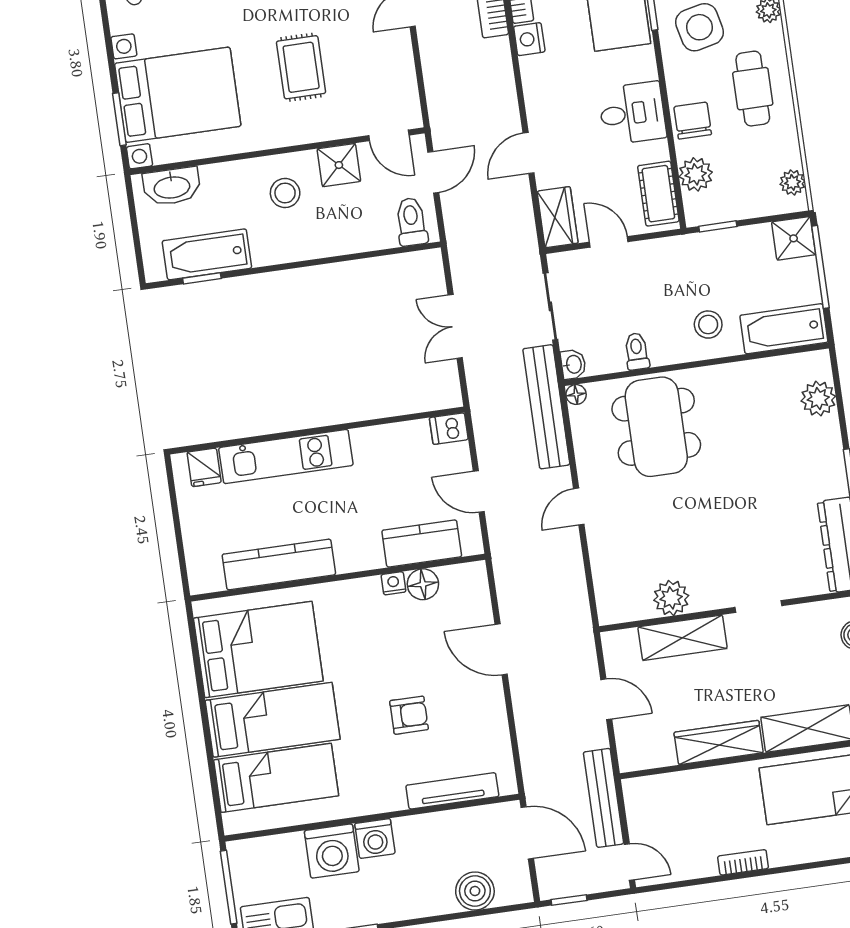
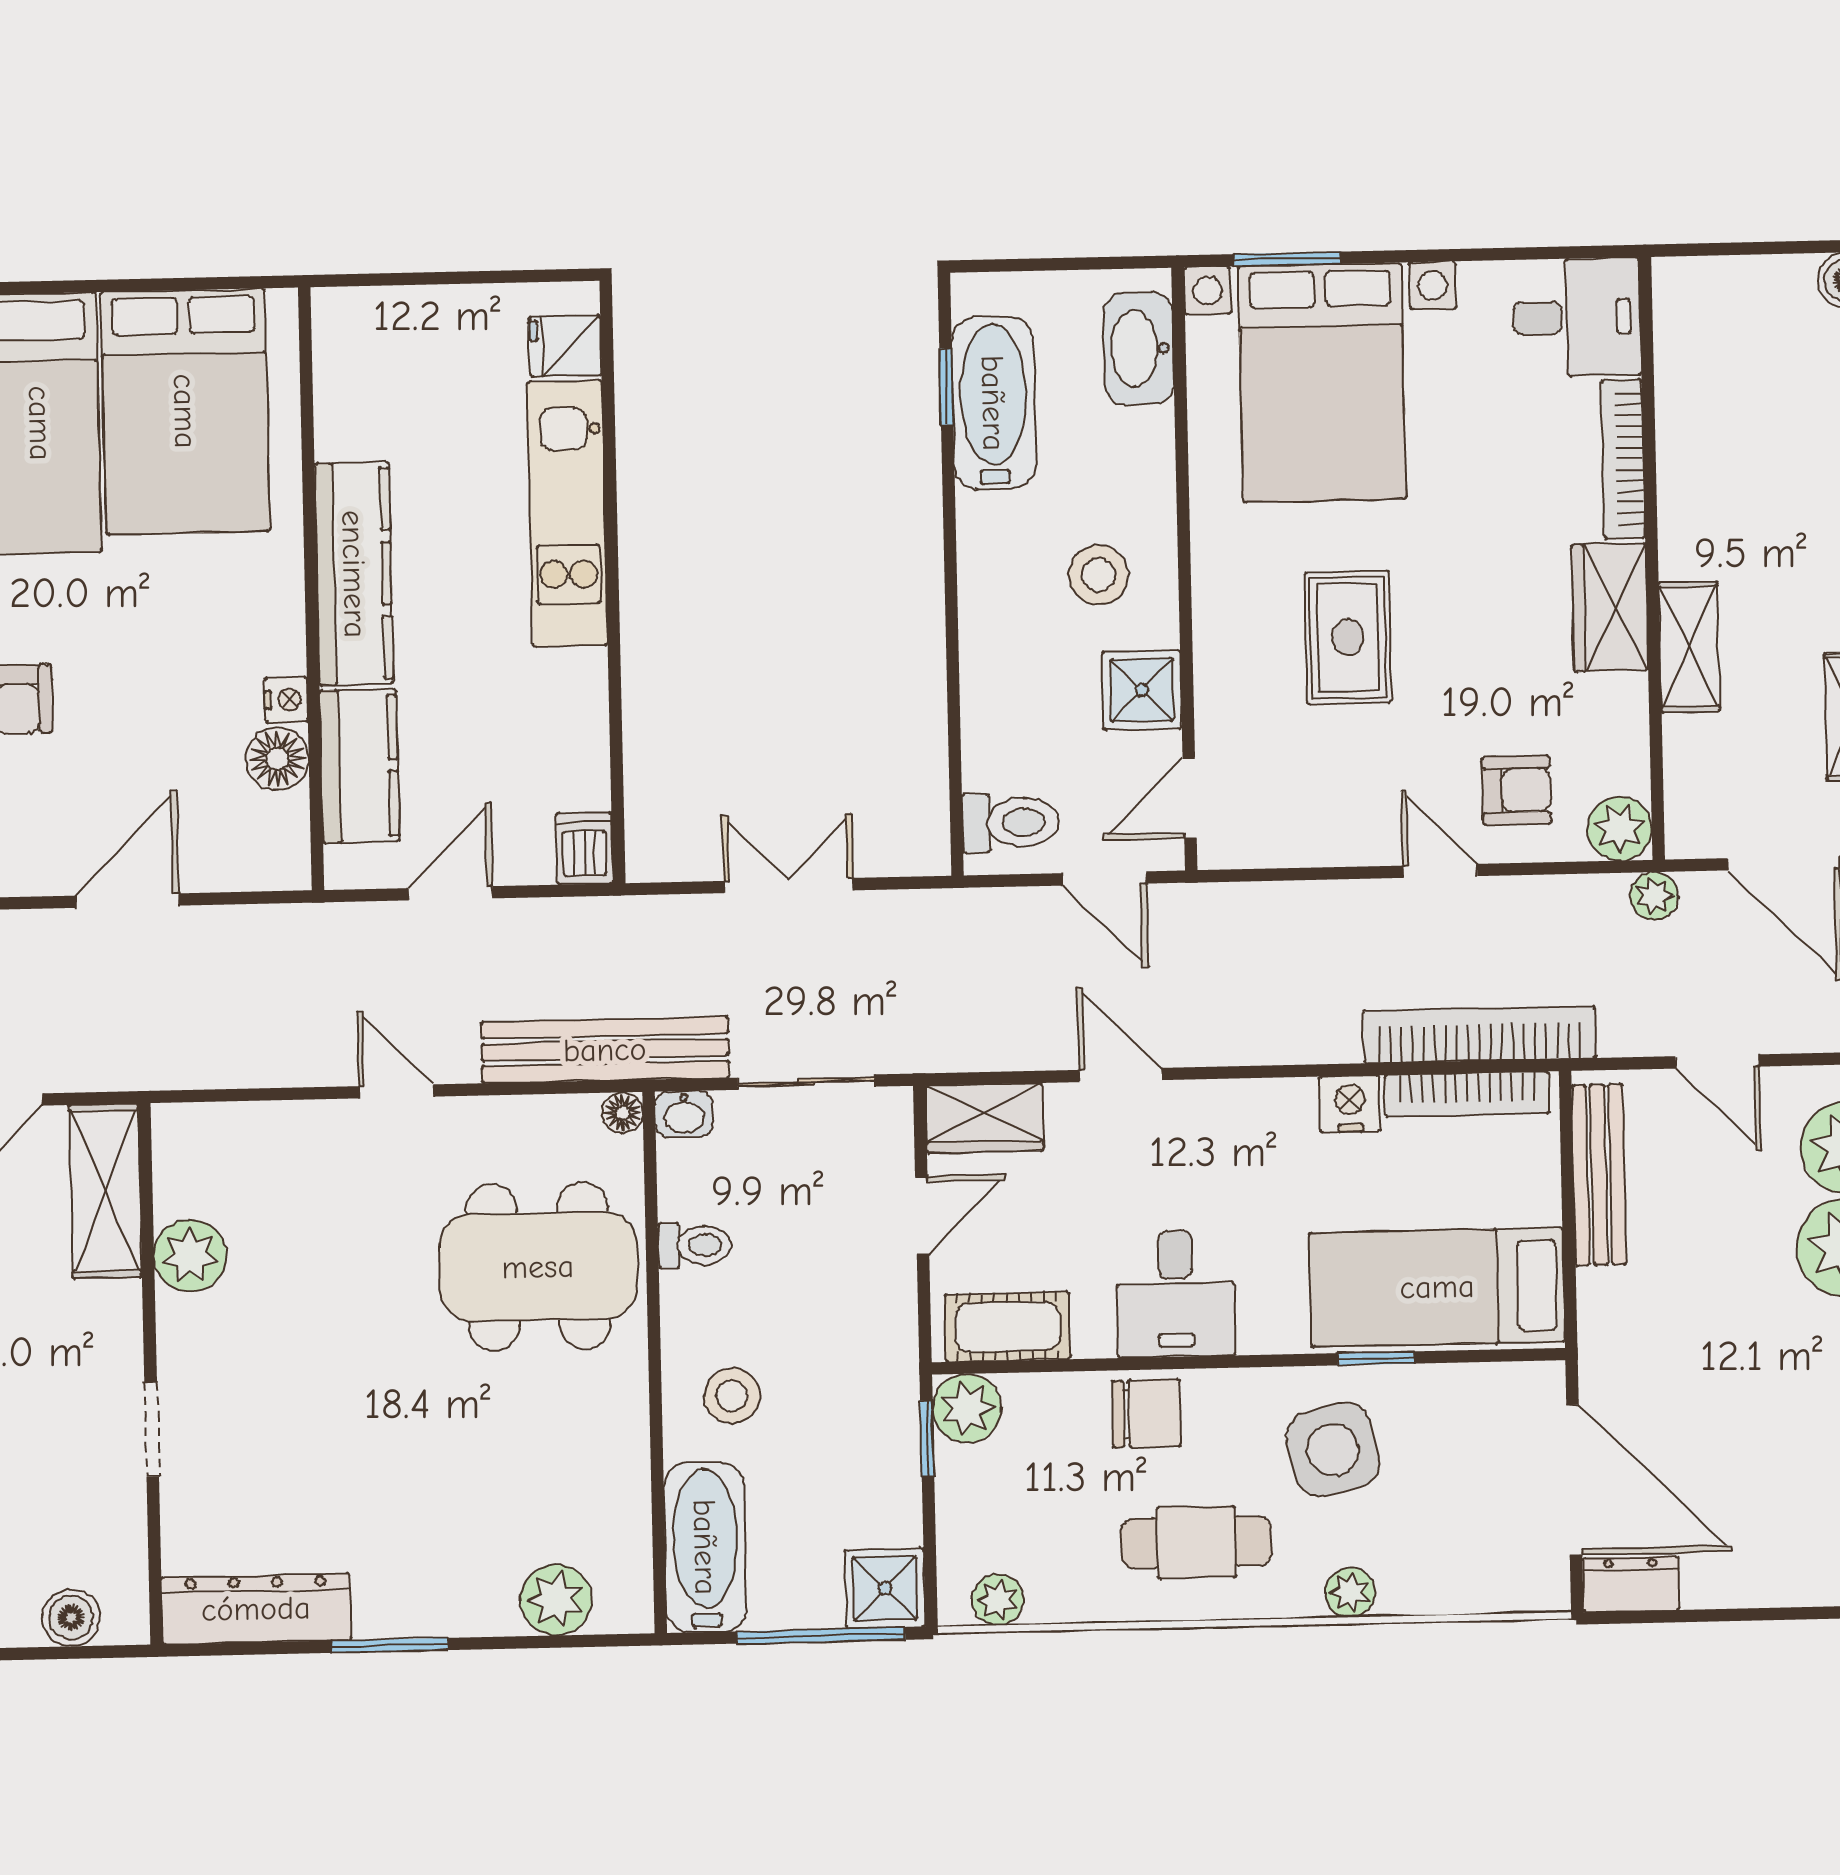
rug: (301, 67) -> (1348, 637), turned 90
plant: (696, 174) -> (967, 1408), moved
kitchen counter: (279, 564) -> (354, 574), moved
shelving: (683, 638) -> (105, 1191), moved

